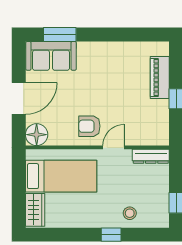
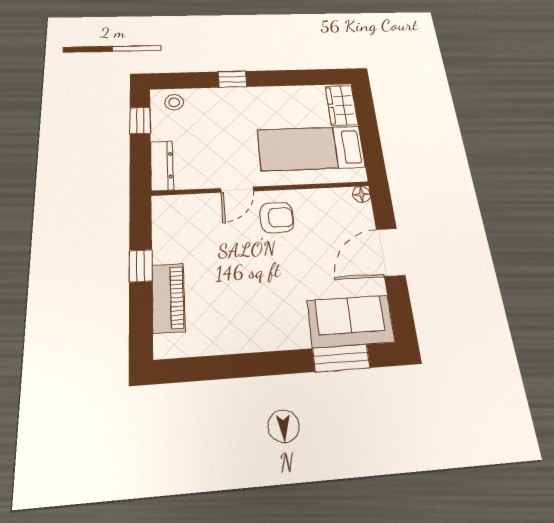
floor lamp: (37, 135) -> (361, 194), width x0.53, depth x0.53
dresser: (151, 156) -> (162, 166), moved, turned 90
stool: (130, 213) -> (174, 102), moved

